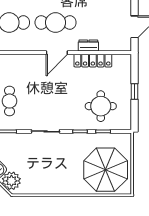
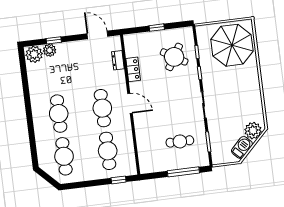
dresser: (88, 46) -> (118, 60), moved
locker: (93, 61) -> (133, 69), width x0.66
round table: (101, 106) -> (174, 57), turned 31

